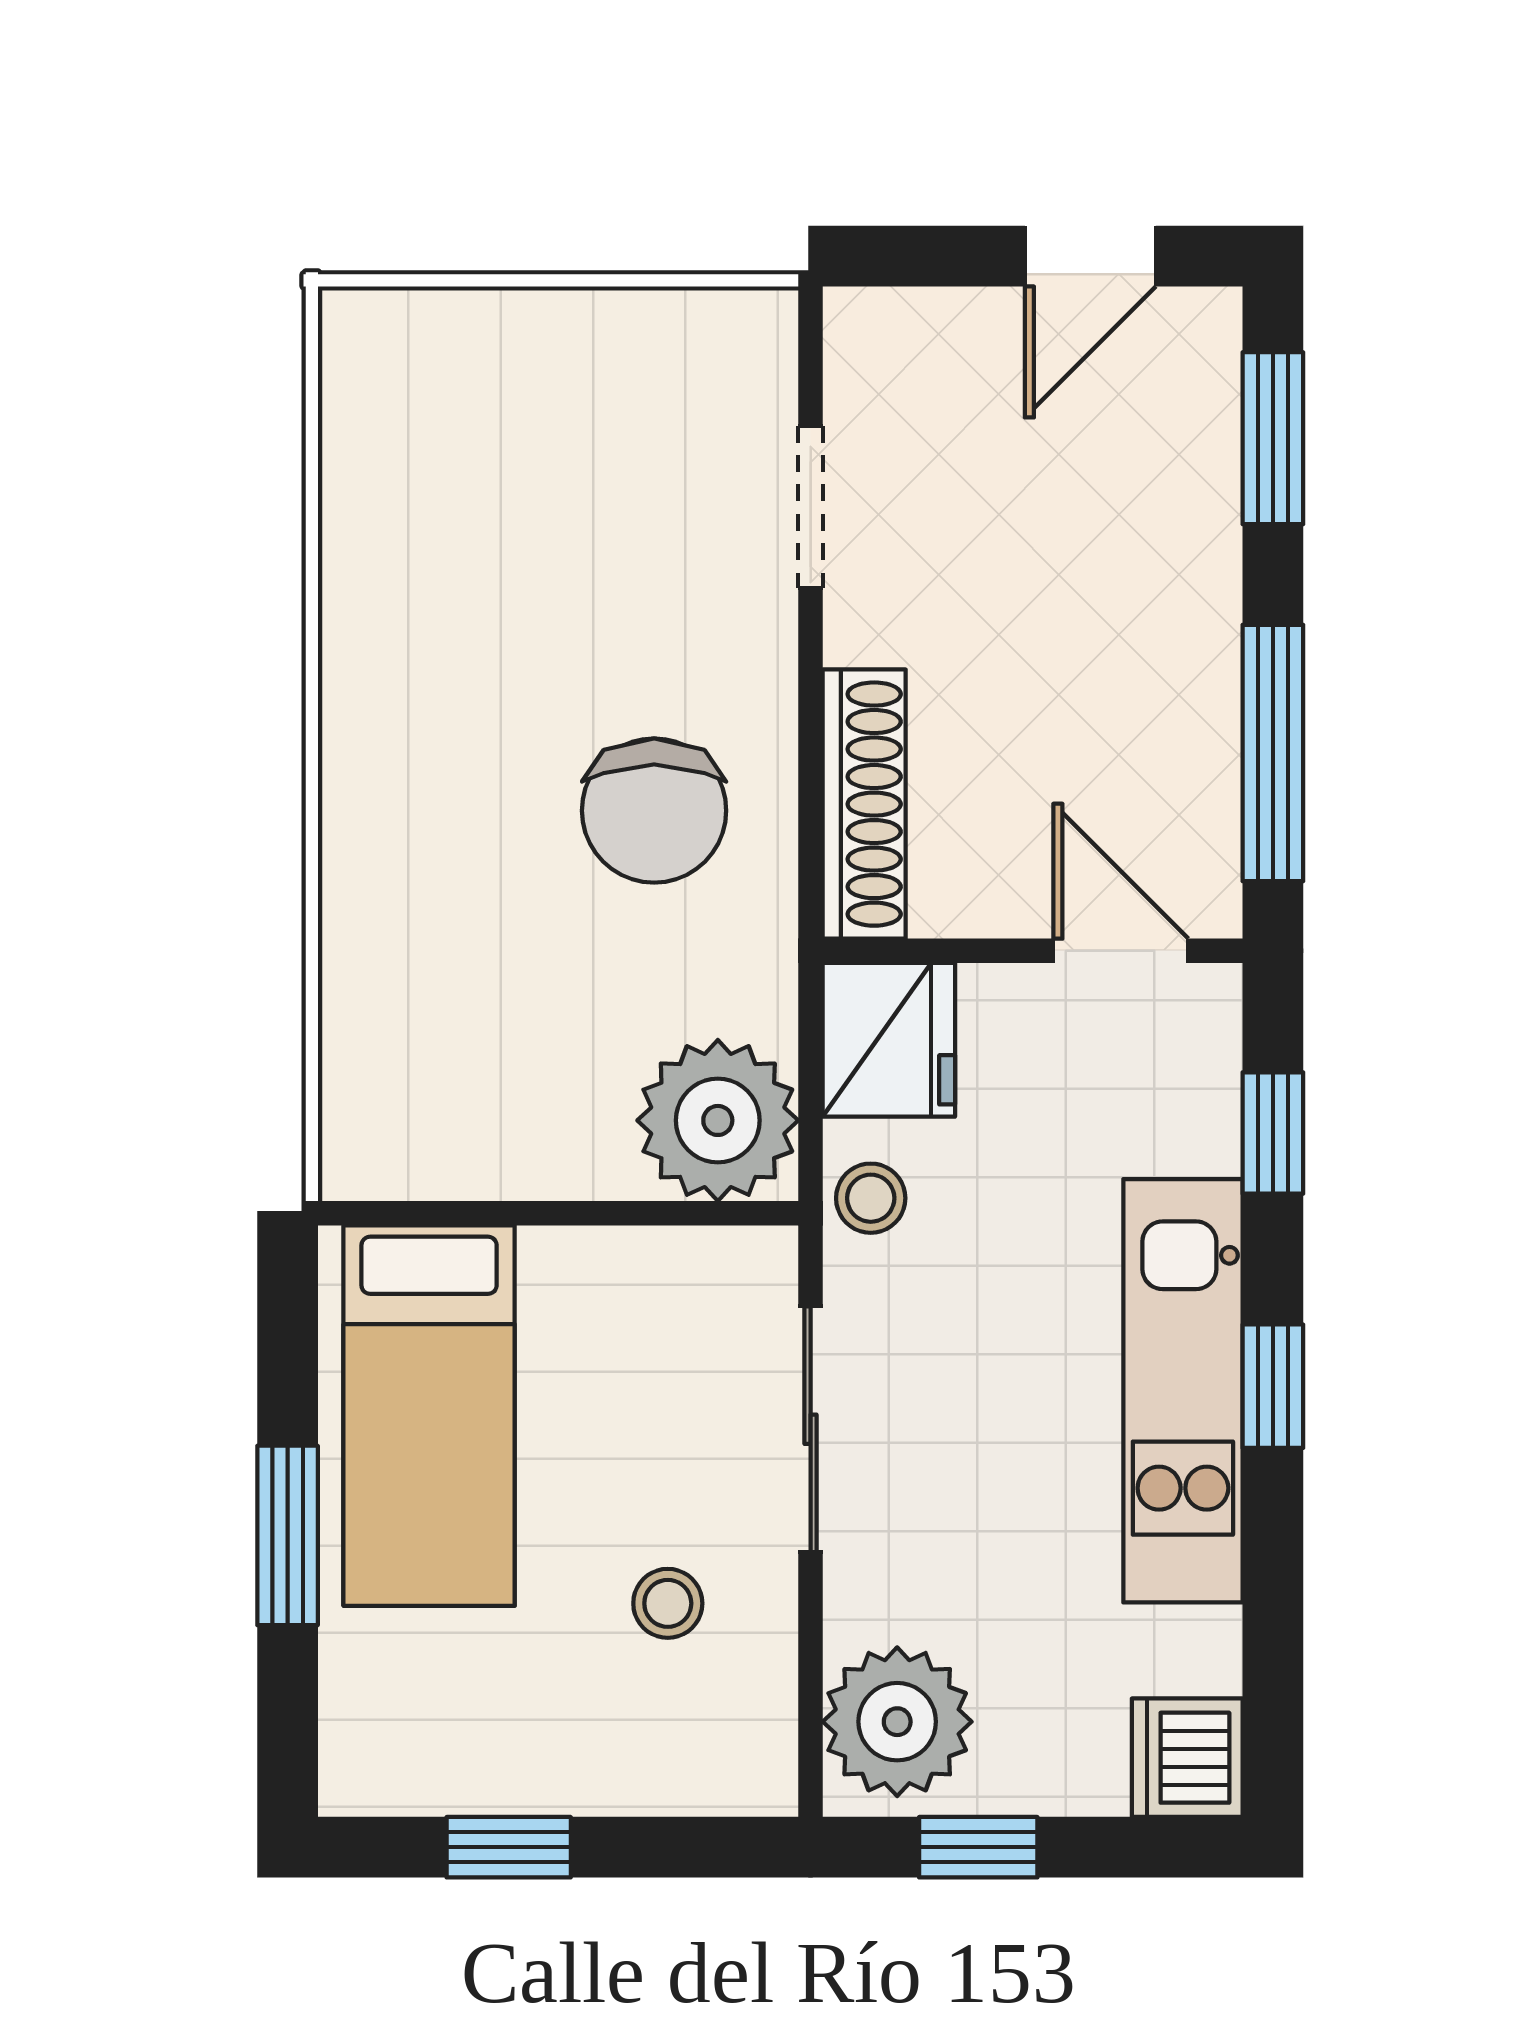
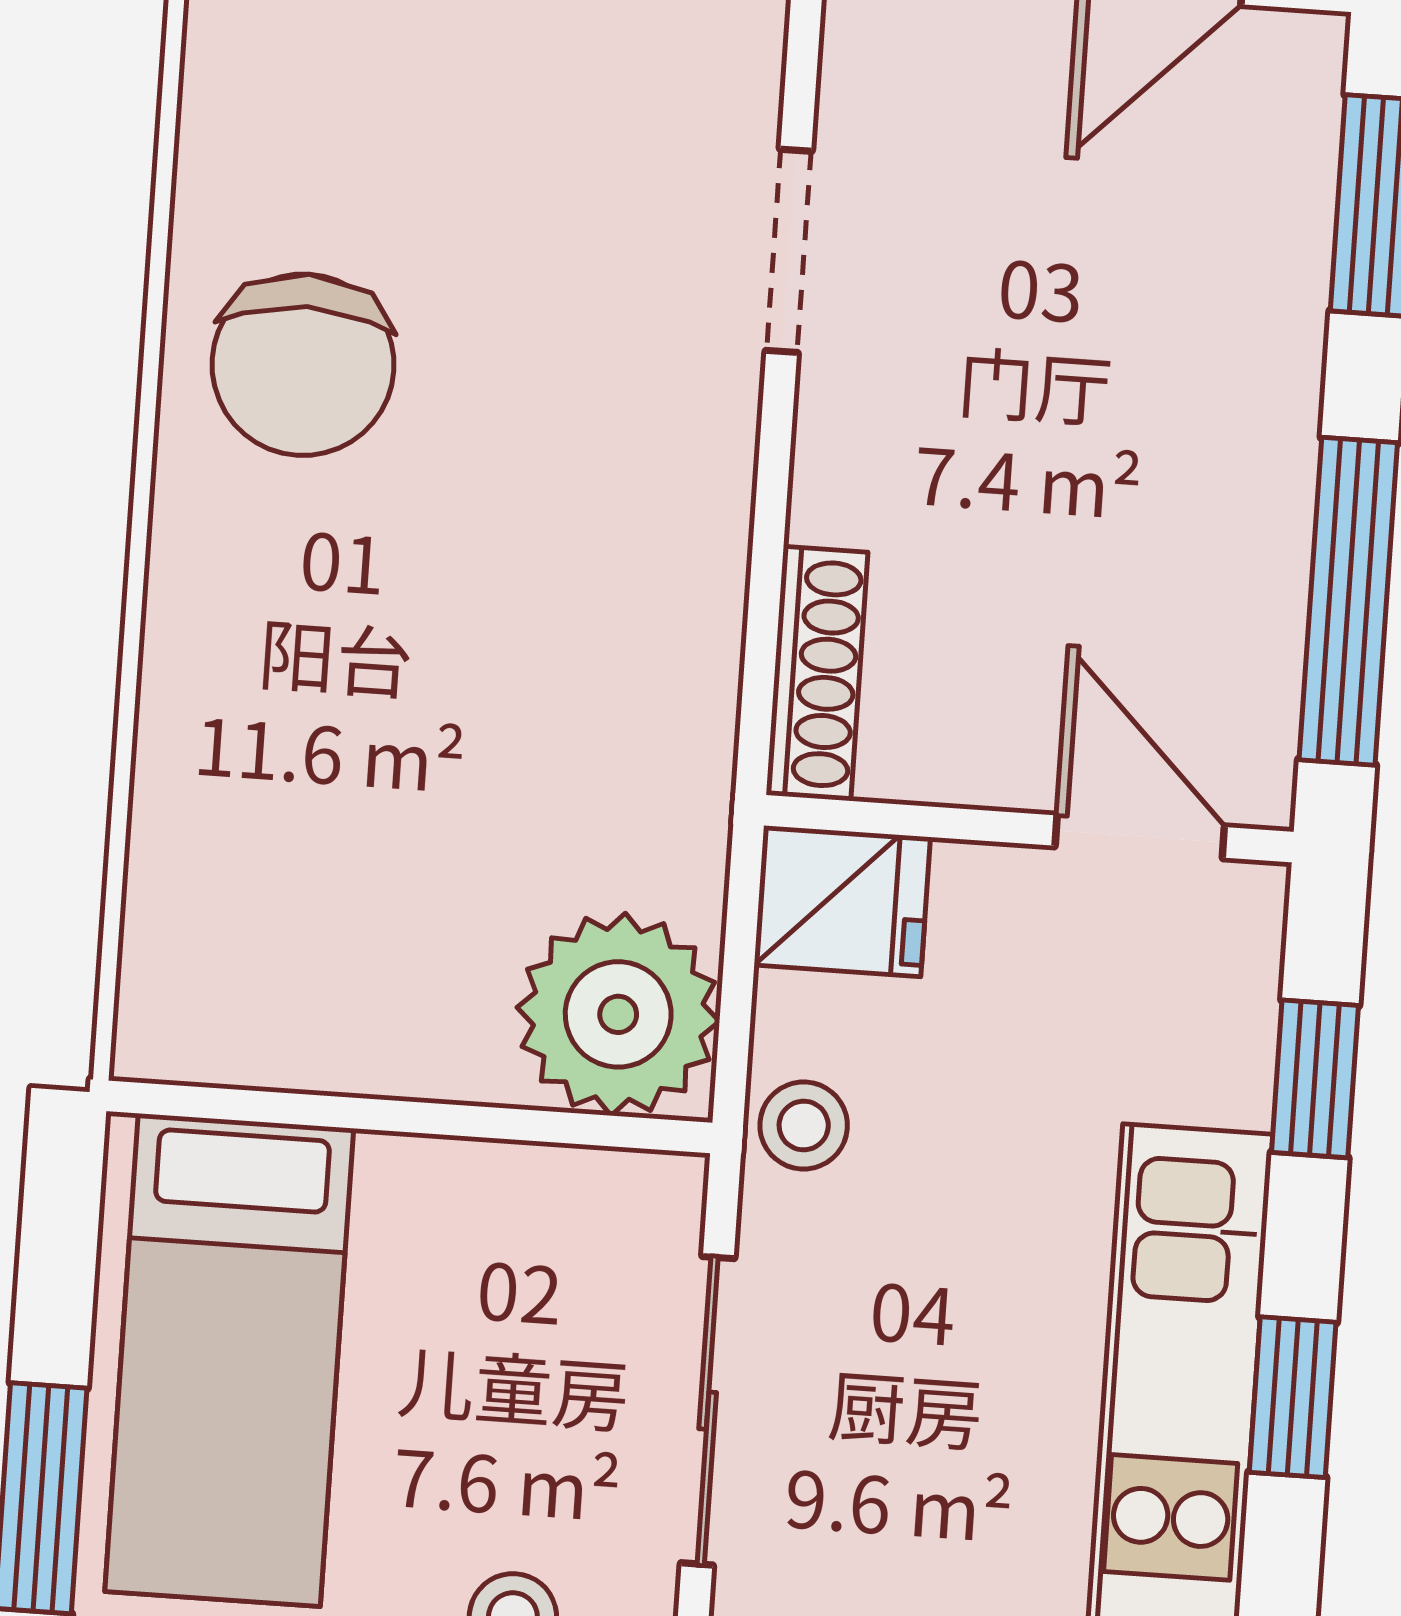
shoe rack: (864, 804) -> (817, 674), width x0.74, depth x0.81
chair: (654, 811) -> (303, 365), moved
fridge: (889, 1040) -> (842, 901), width x0.72

